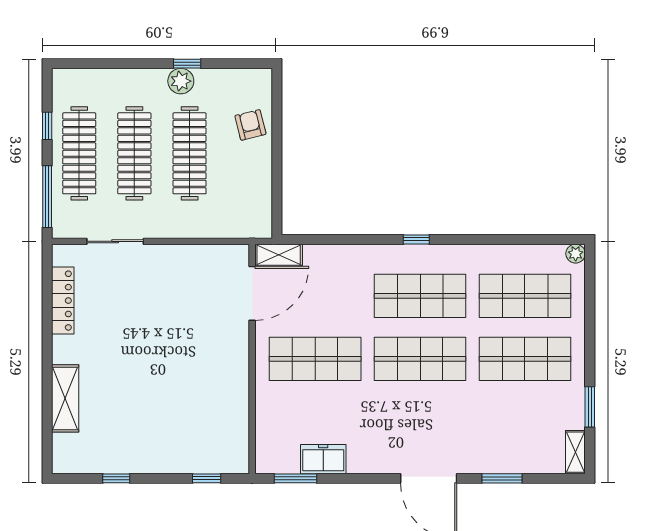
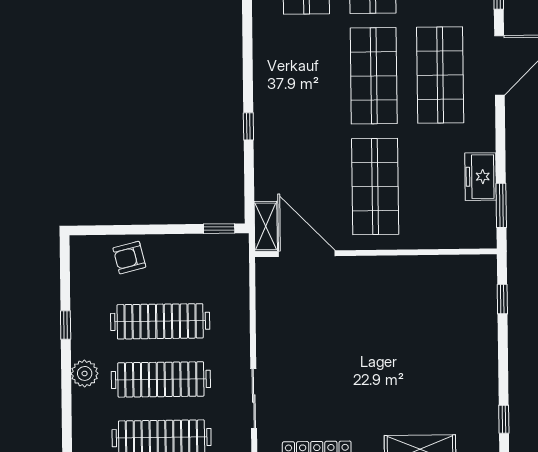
plant: (181, 81) -> (85, 373), moved
window: (277, 210) -> (219, 229), added
window: (416, 239) -> (248, 126), moved
shop shelf: (420, 296) -> (440, 75), moved
window: (116, 478) -> (504, 419), moved

